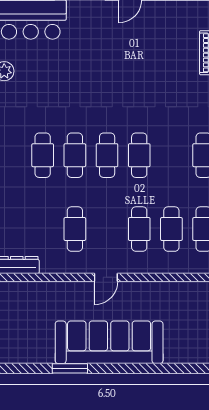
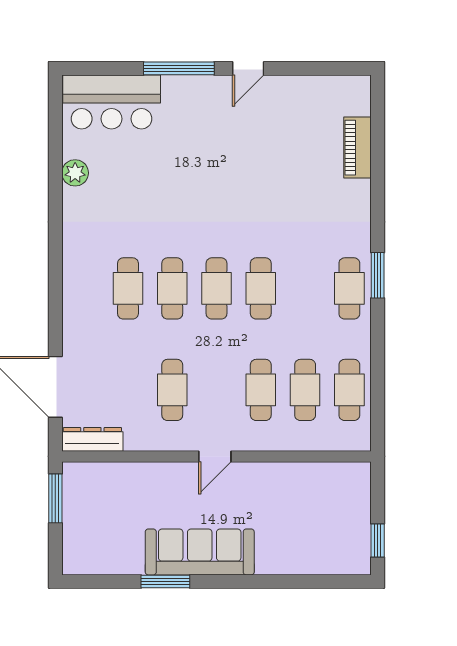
sofa: (109, 342) -> (200, 552), width x0.74, depth x0.79

